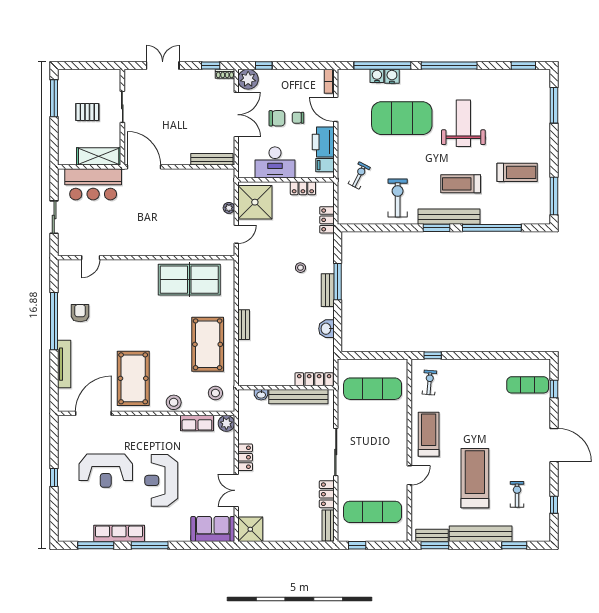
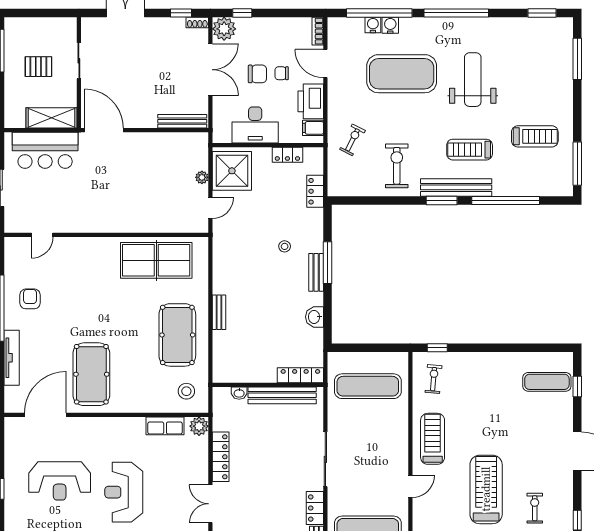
stool: (174, 402) -> (138, 402), removed
locker: (245, 457) -> (221, 457), width x1.53

